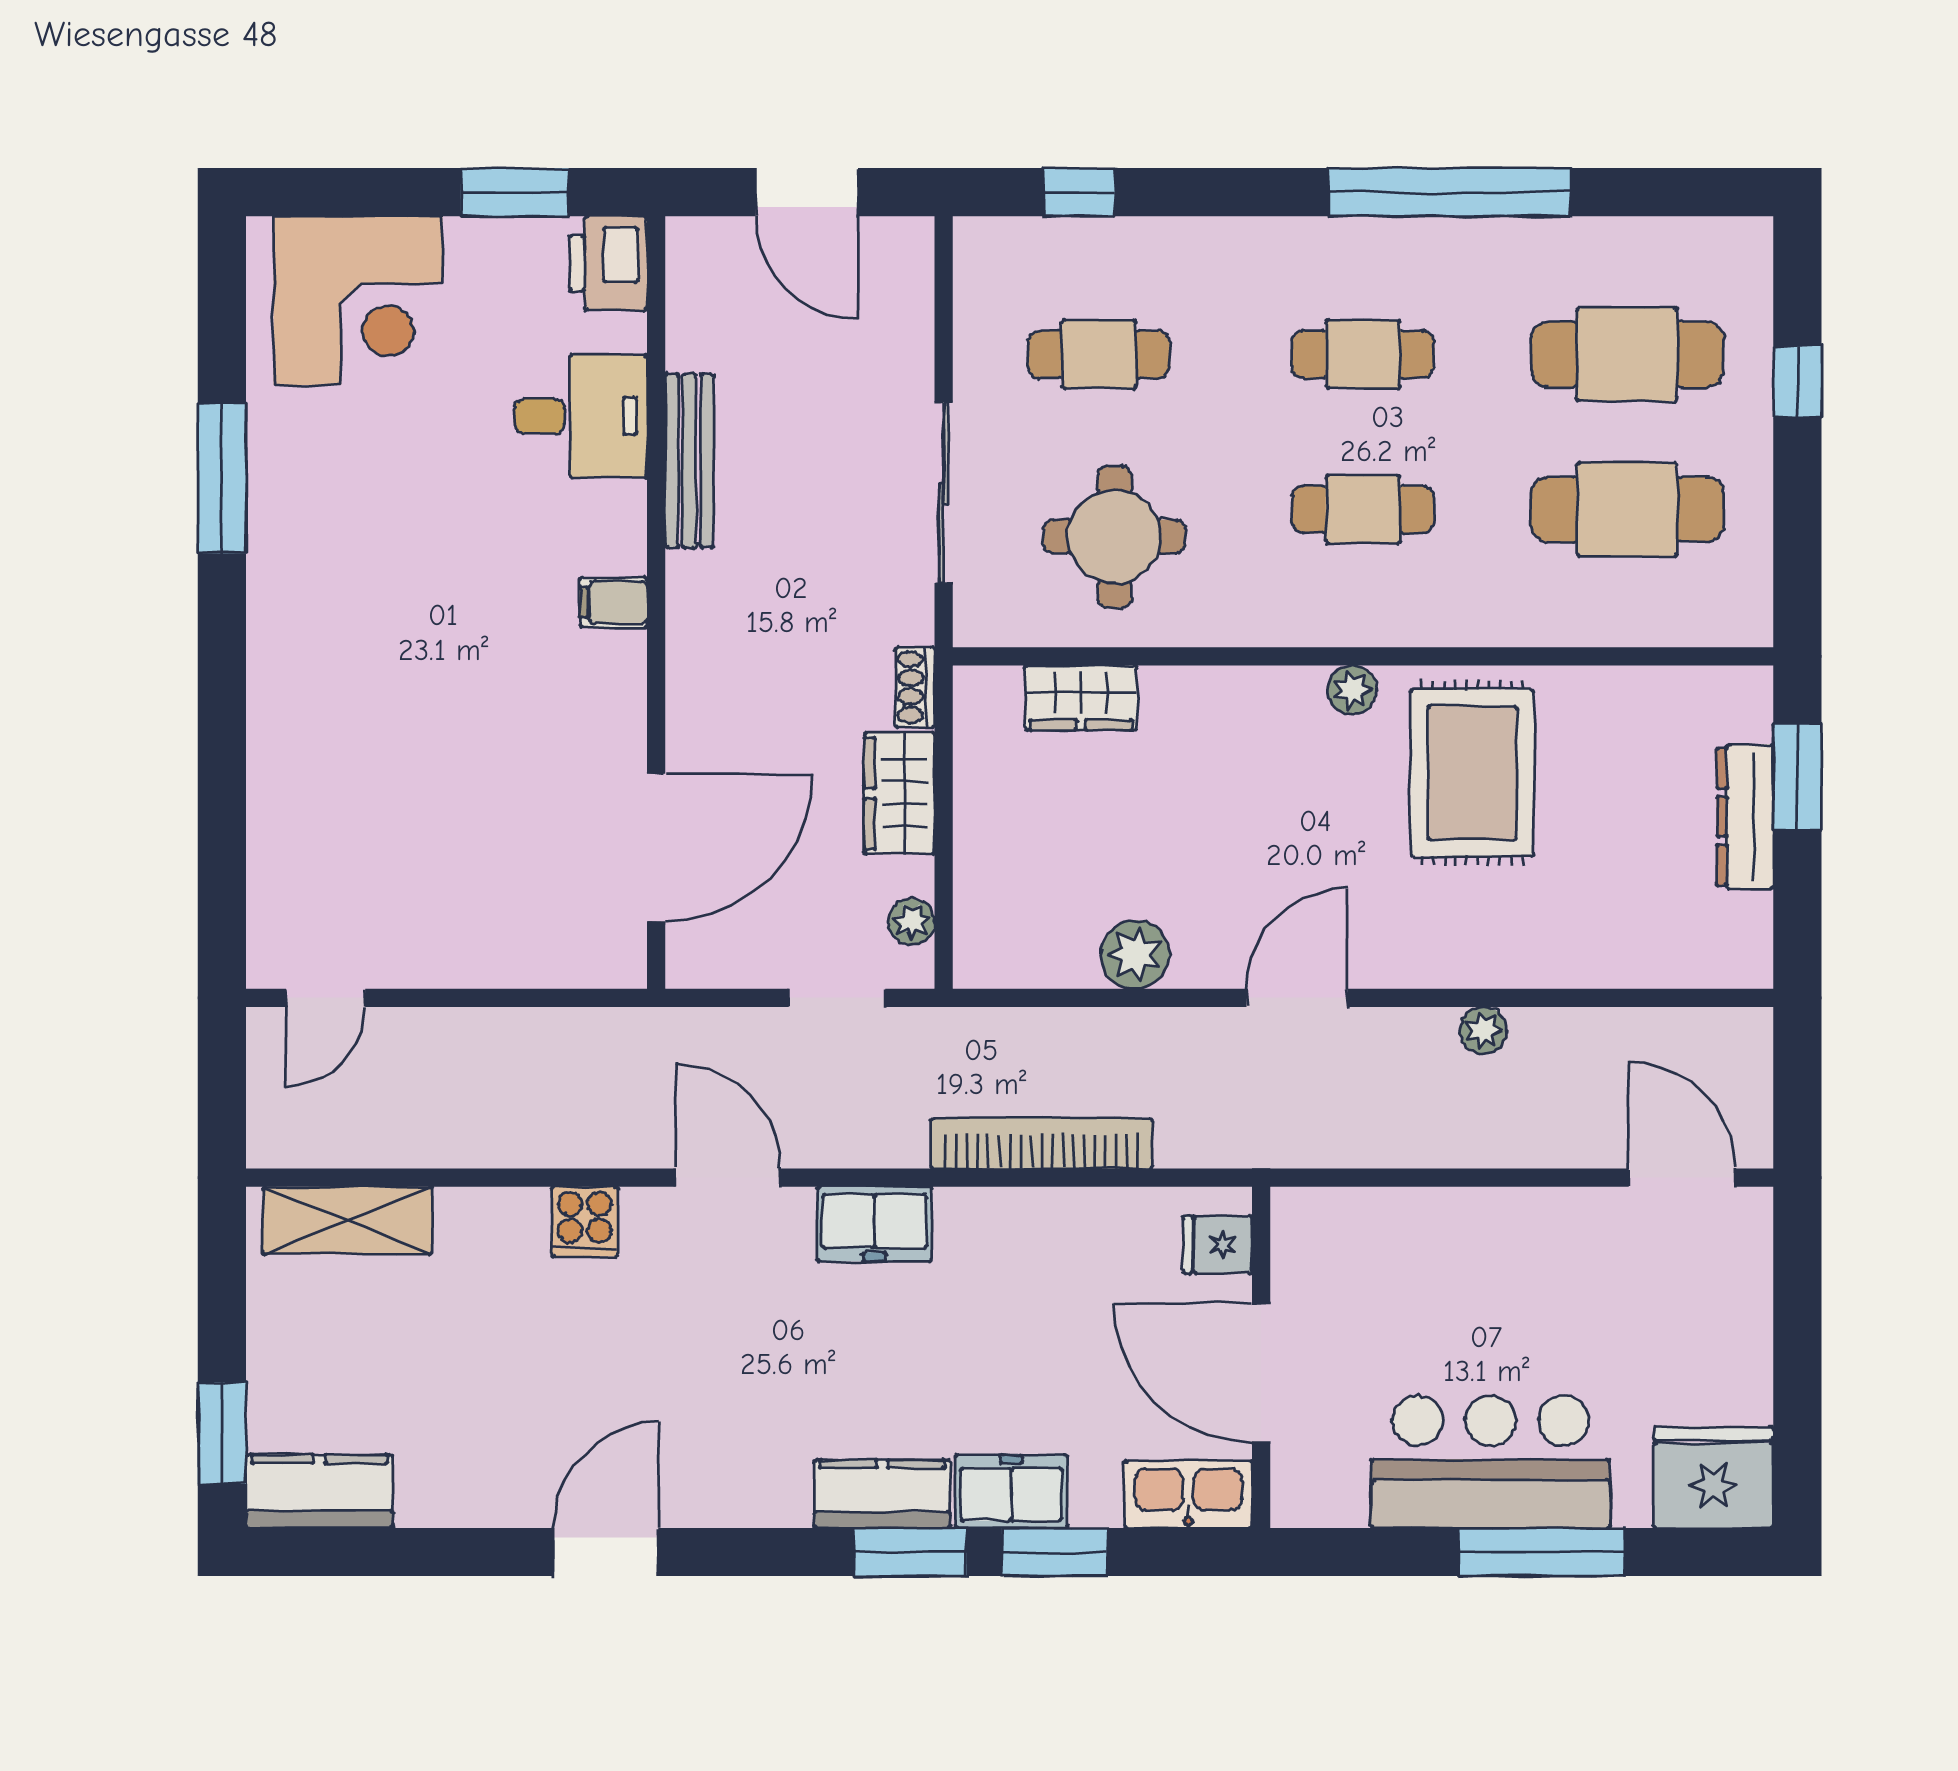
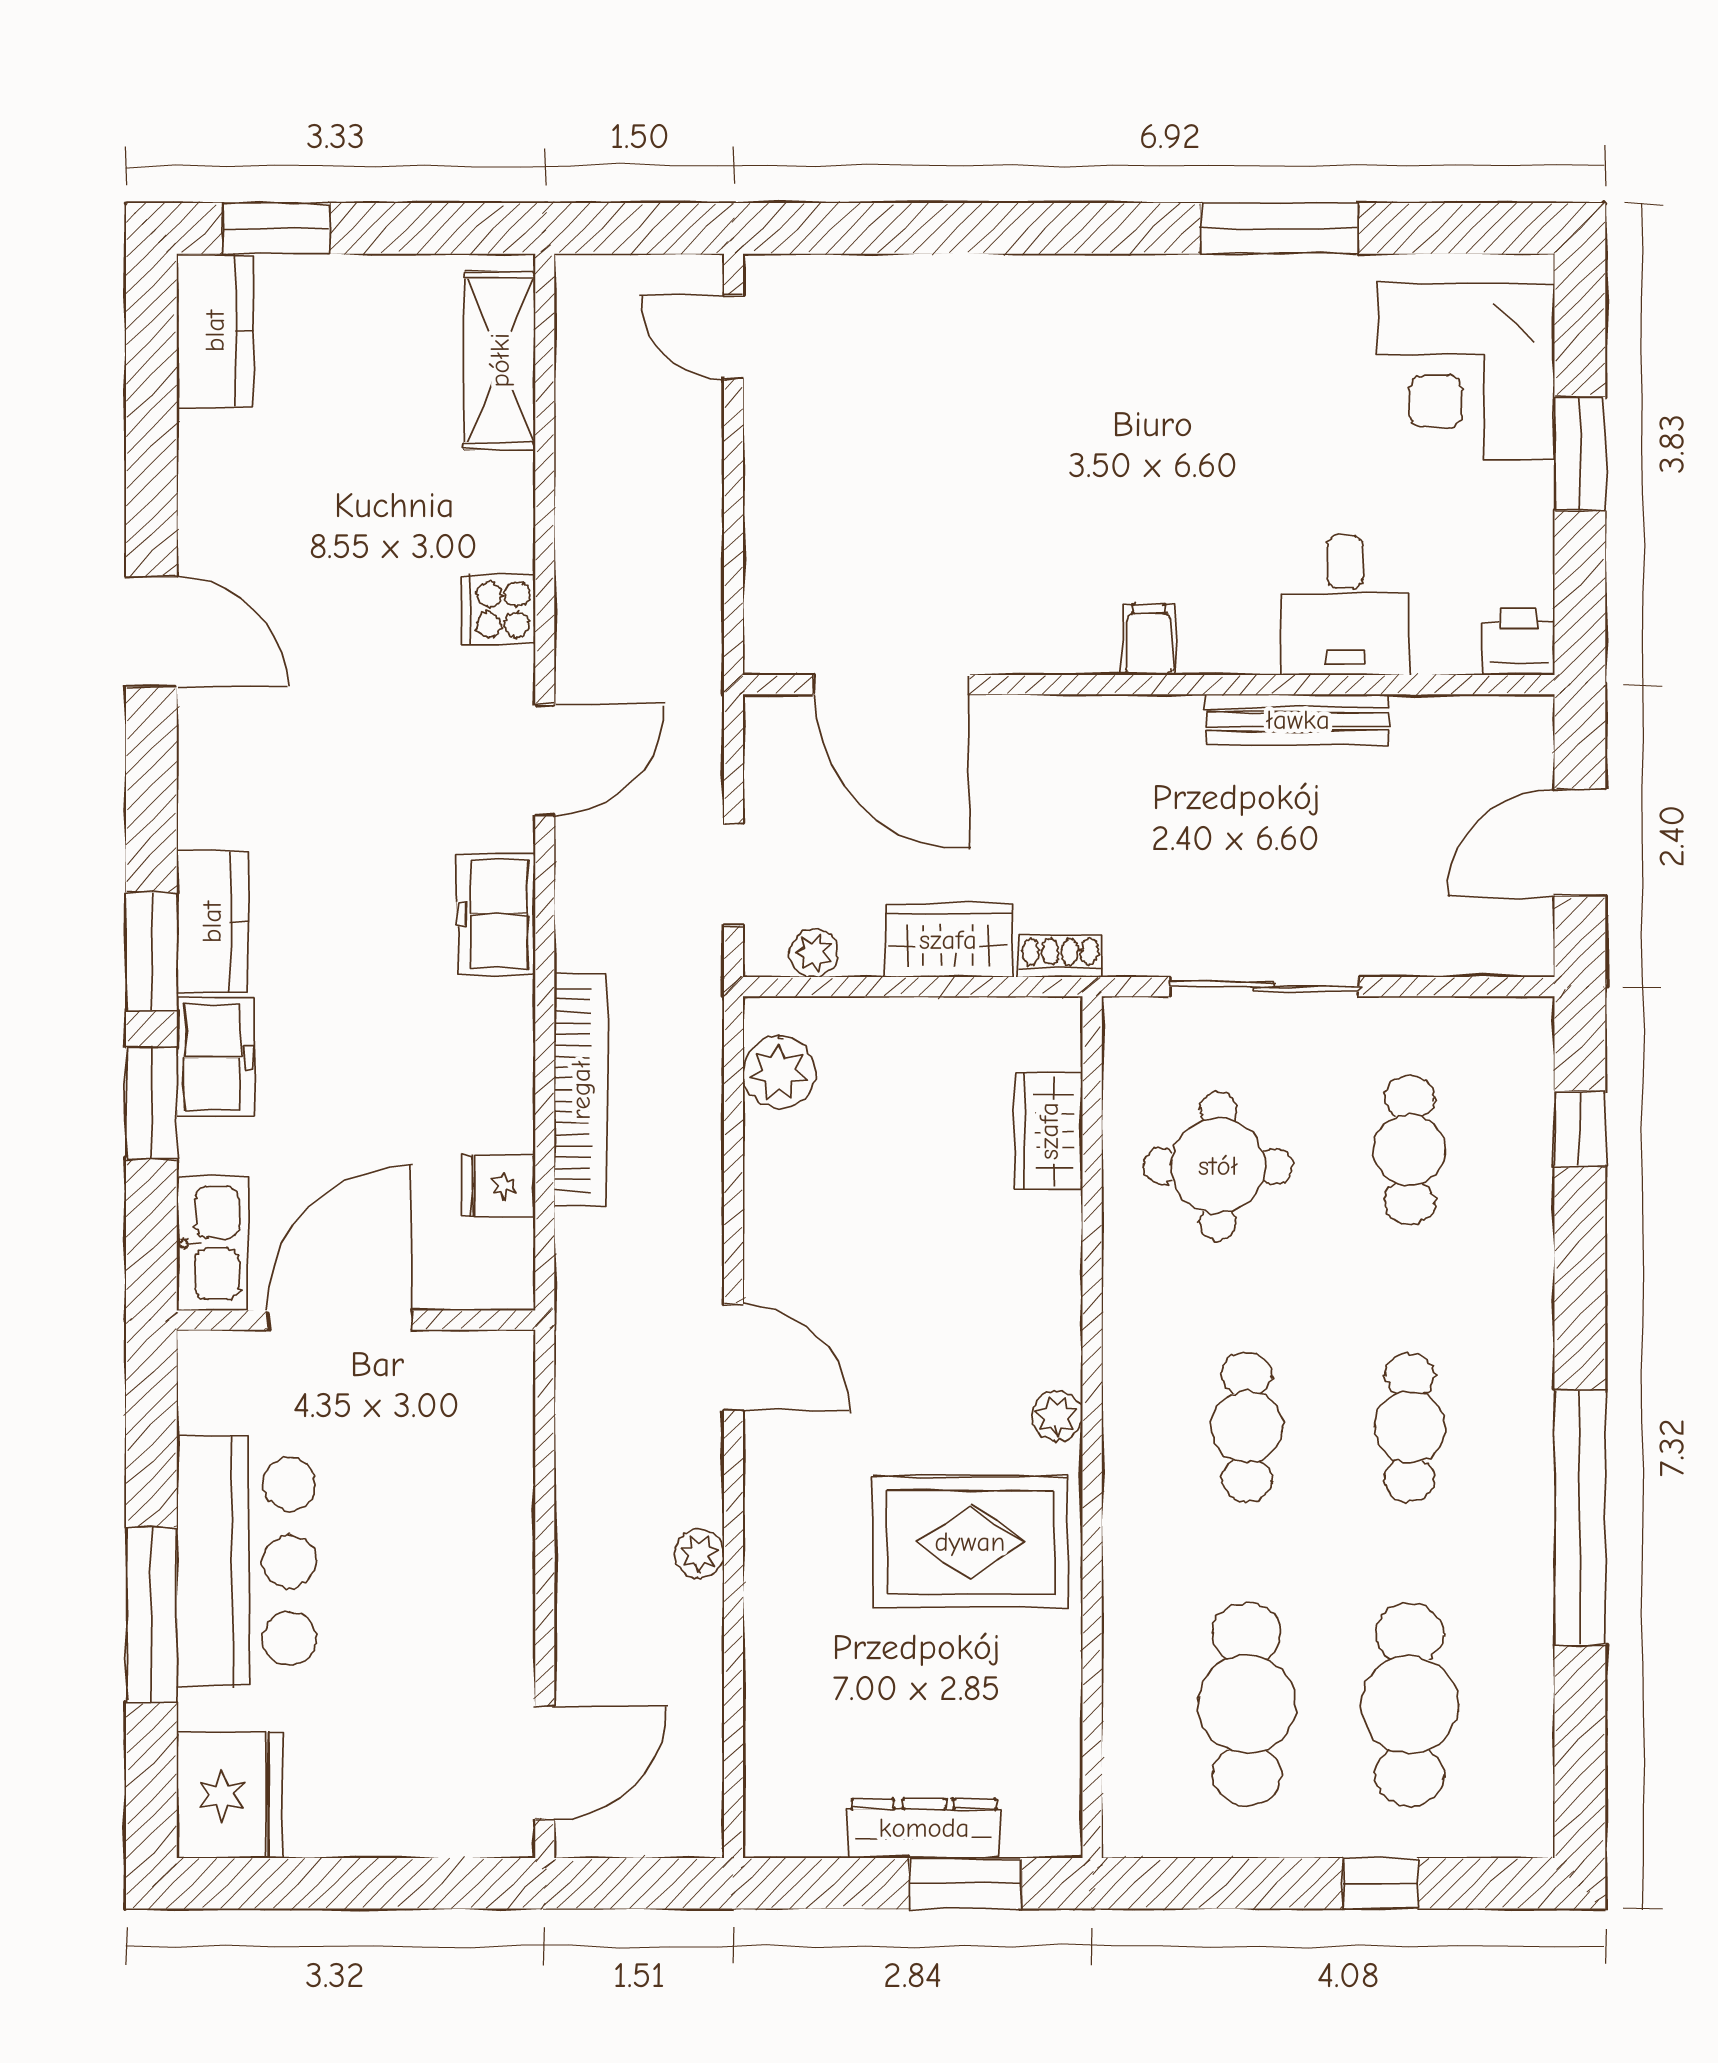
window: (515, 192) -> (1580, 454), moved
printer: (608, 263) -> (1518, 642), width x0.73, depth x0.81
plant: (1135, 955) -> (779, 1073), moved
fridge: (1217, 1245) -> (499, 1186), moved, turned -90

